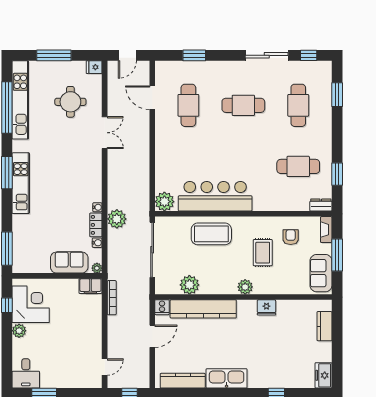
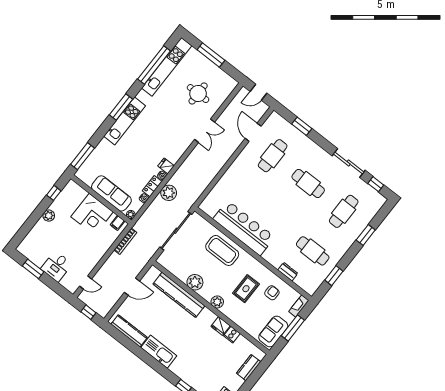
fridge: (94, 67) -> (166, 166), moved
window: (337, 95) -> (366, 235), moved
plant: (164, 202) -> (208, 206), removed
dresser: (321, 205) -> (288, 272), moved
sofa: (69, 262) -> (111, 193), width x1.36
plant: (189, 285) -> (195, 282), moved
filing cabinet: (90, 286) -> (118, 223), width x0.50
corner desk: (31, 304) -> (92, 214), moved, turned 90
cooker: (162, 307) -> (232, 335), moved
desk: (26, 373) -> (57, 266), moved

